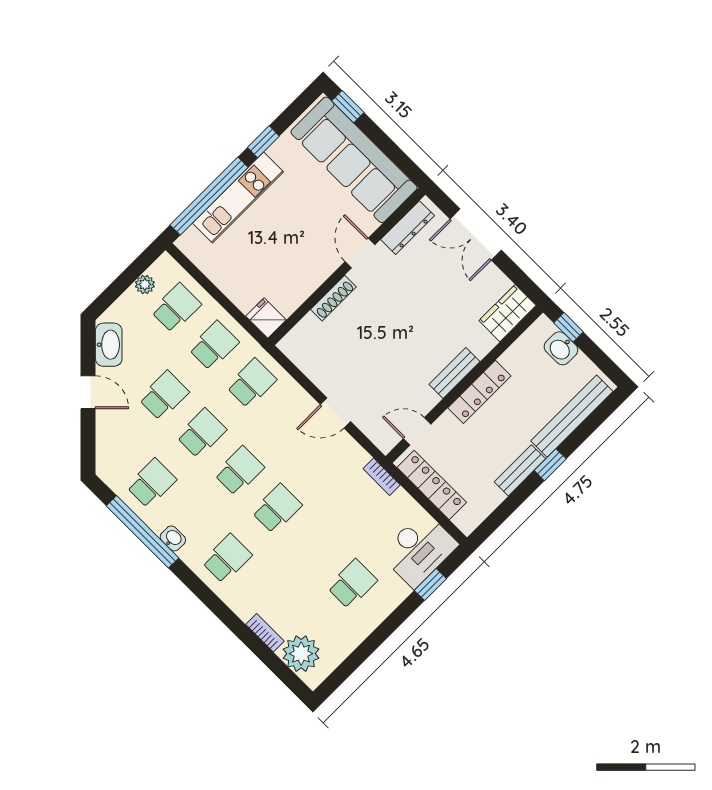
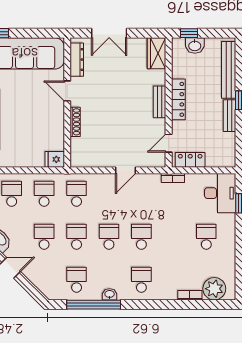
locker: (432, 485) -> (190, 160), width x0.66

